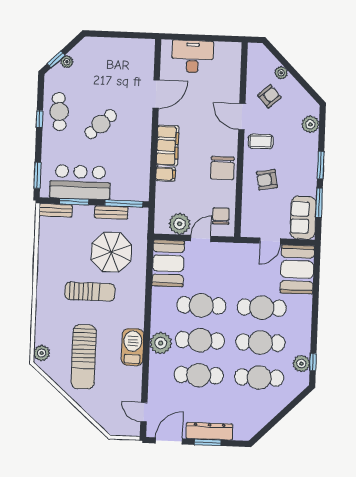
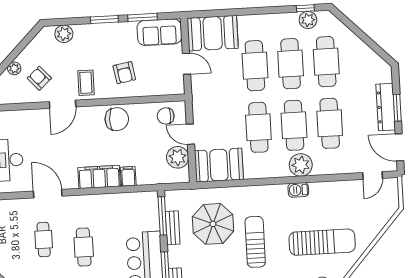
cafe table: (112, 86) -> (44, 240), added
cafe table: (101, 124) -> (84, 247), turned 43
barbecue: (133, 347) -> (298, 190), width x0.53, depth x0.65

